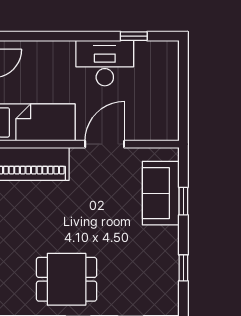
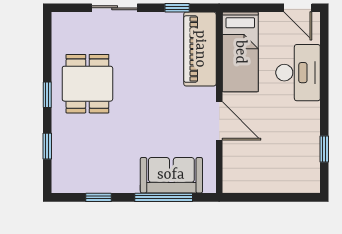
desk: (105, 63) -> (298, 73), moved
window: (183, 201) -> (164, 197), width x2.17

